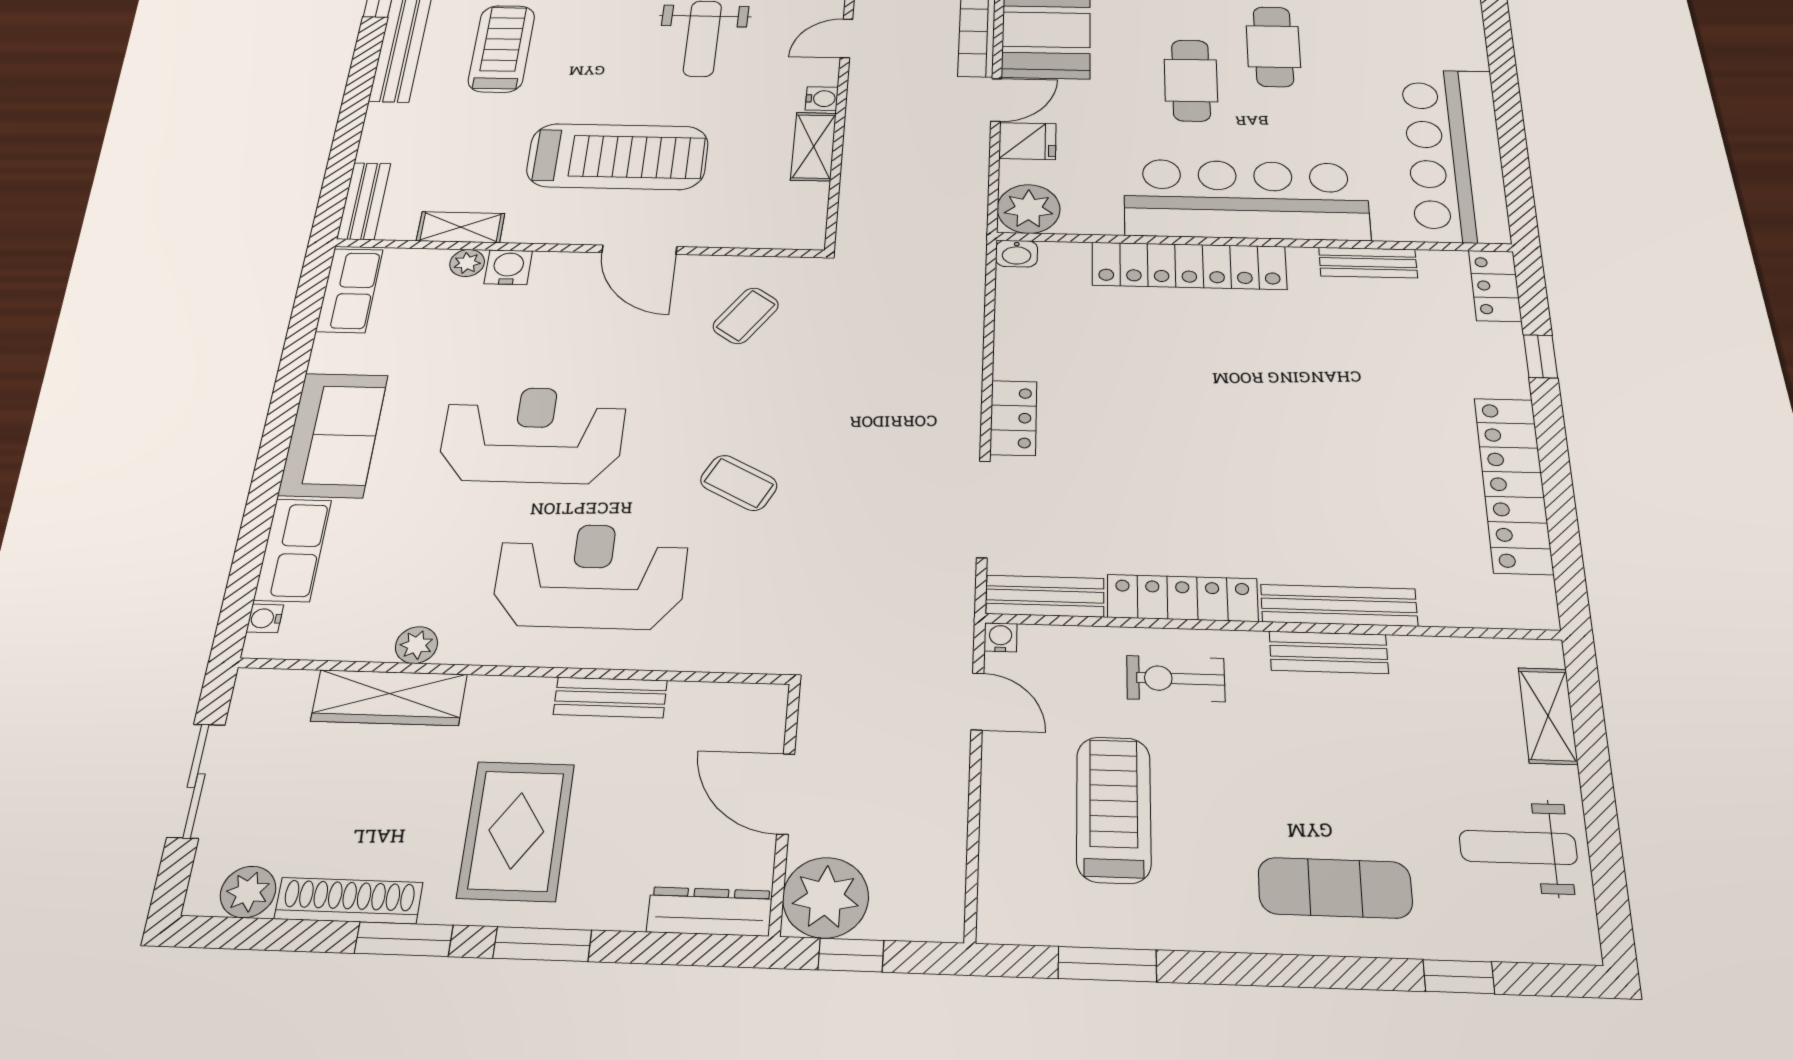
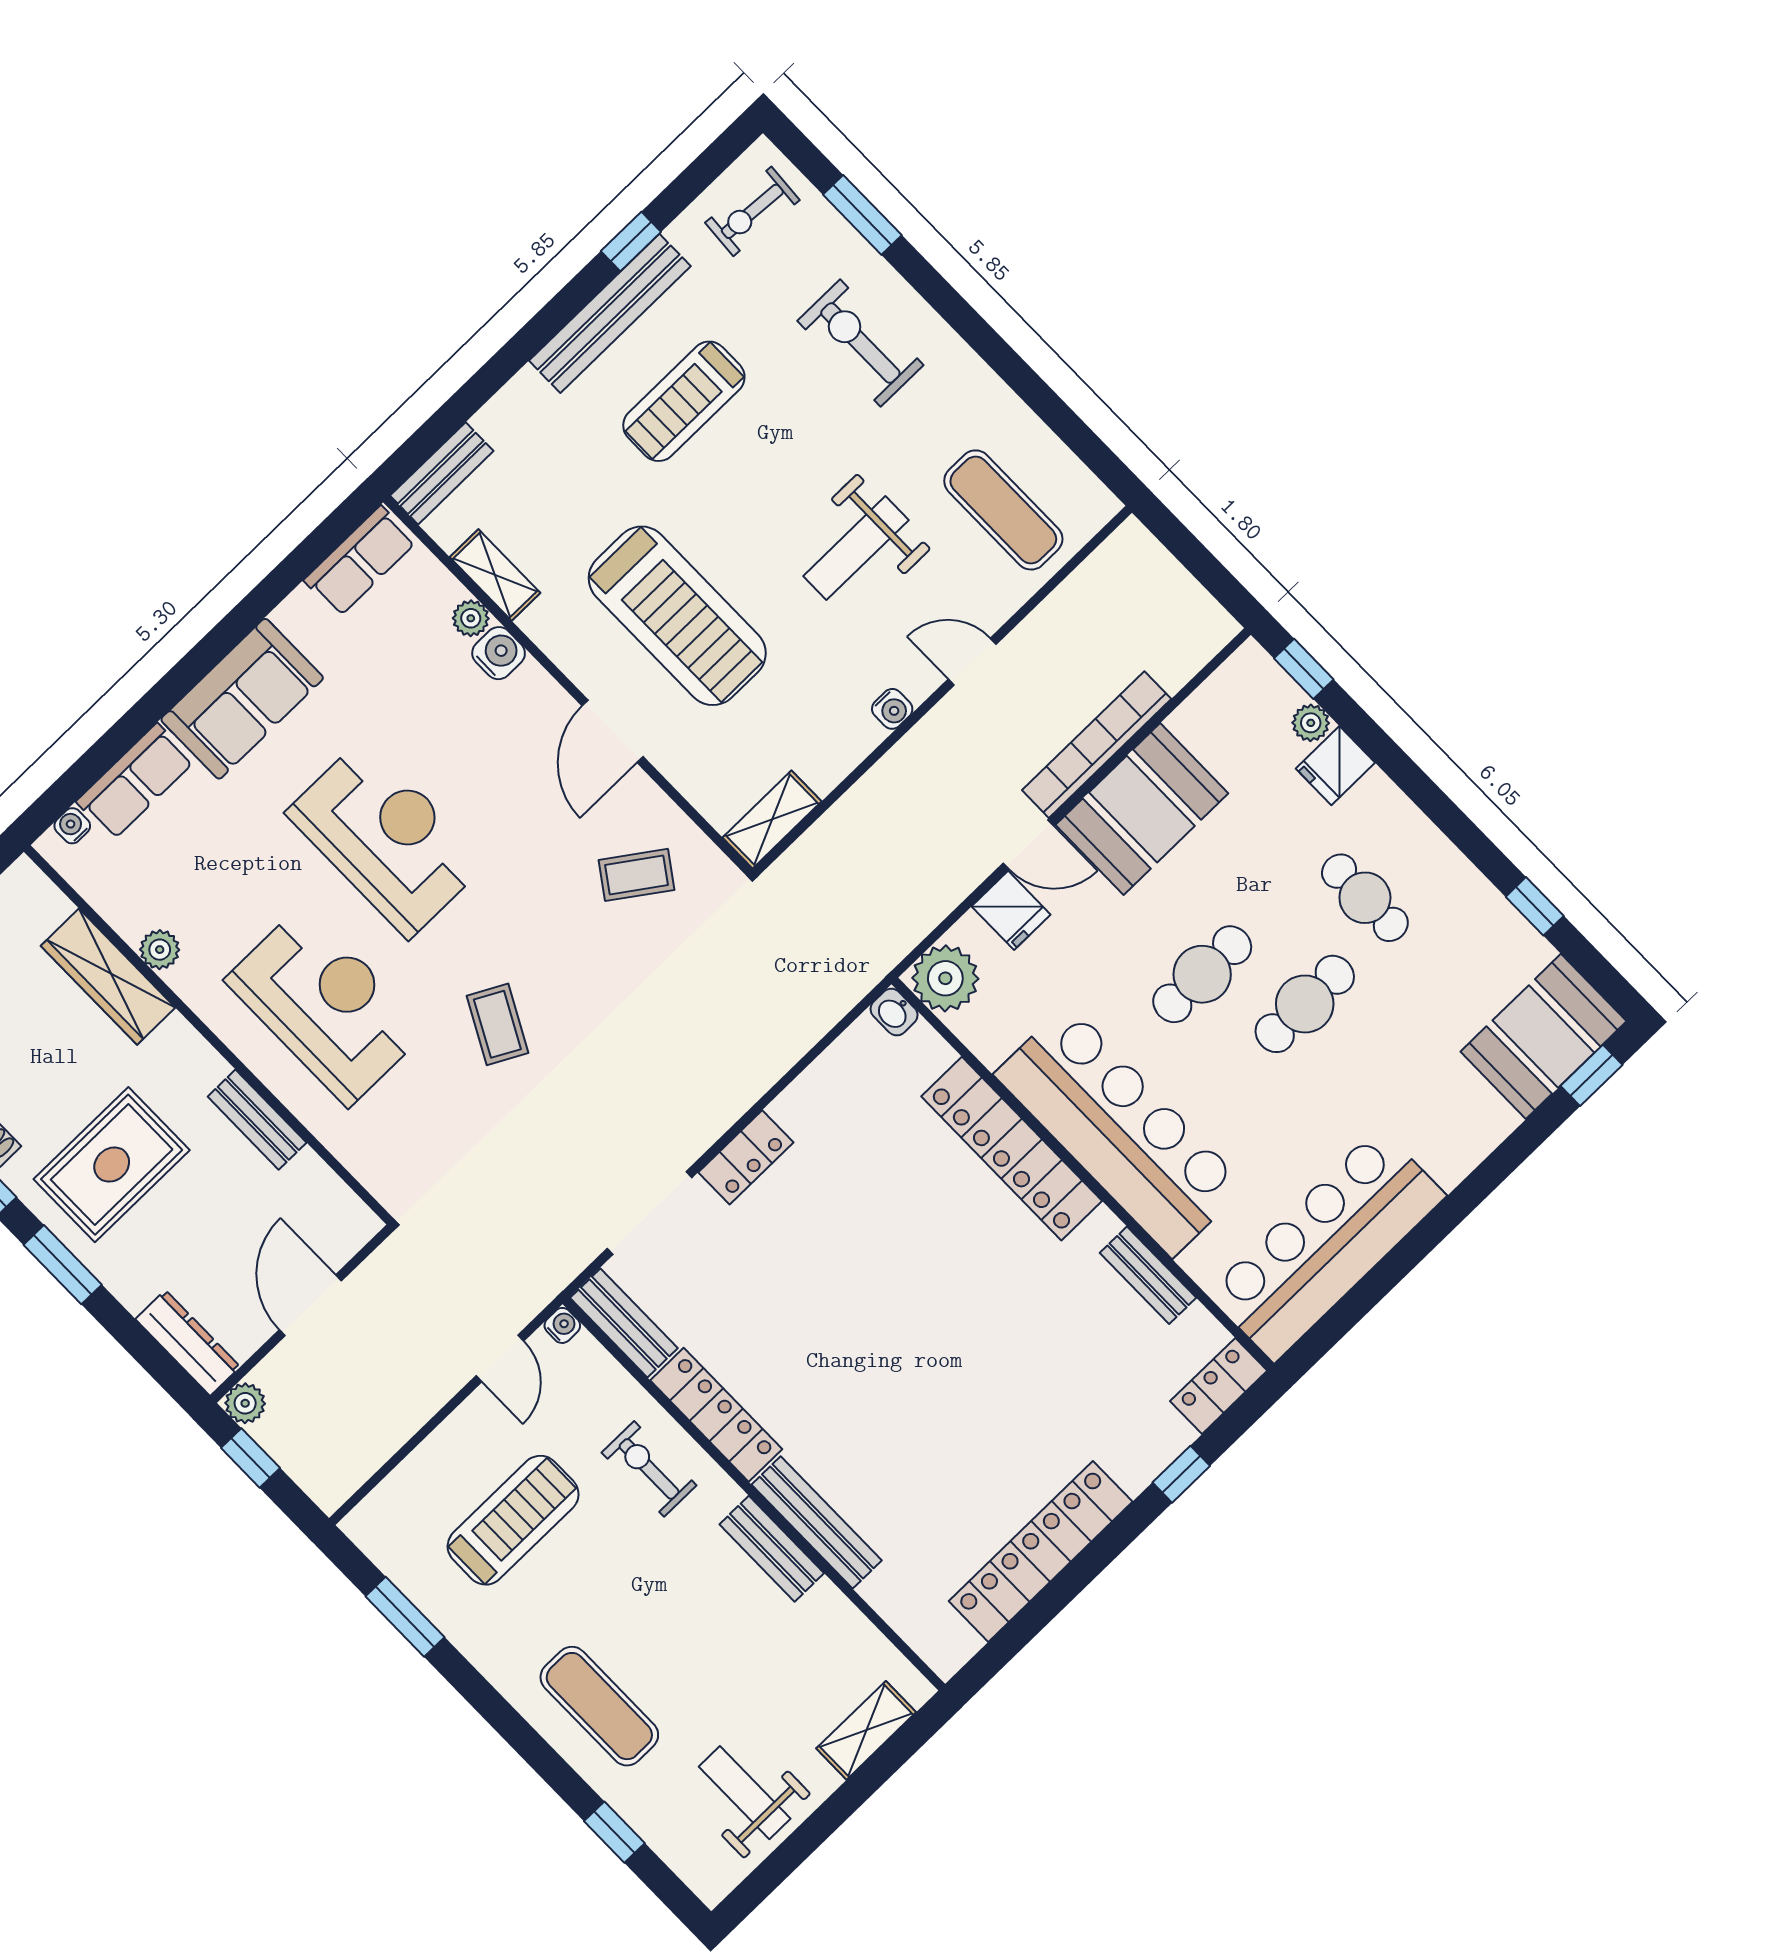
treadmill: (502, 49) -> (684, 401), turned 180
shelving: (814, 146) -> (772, 819), moved
plant: (826, 898) -> (245, 1403), width x0.53, depth x0.53

